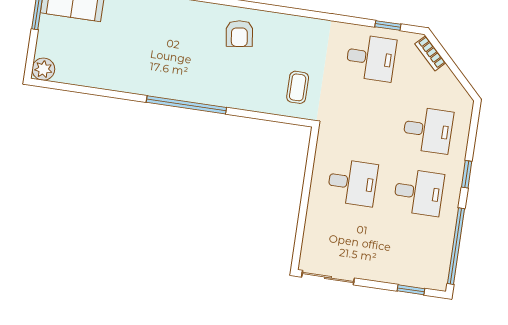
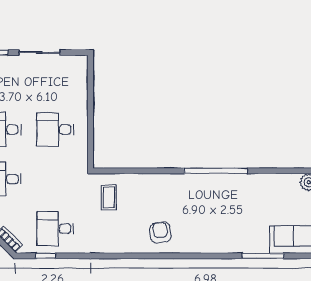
window: (186, 105) -> (216, 171), moved
sliding door: (328, 278) -> (39, 53), moved

